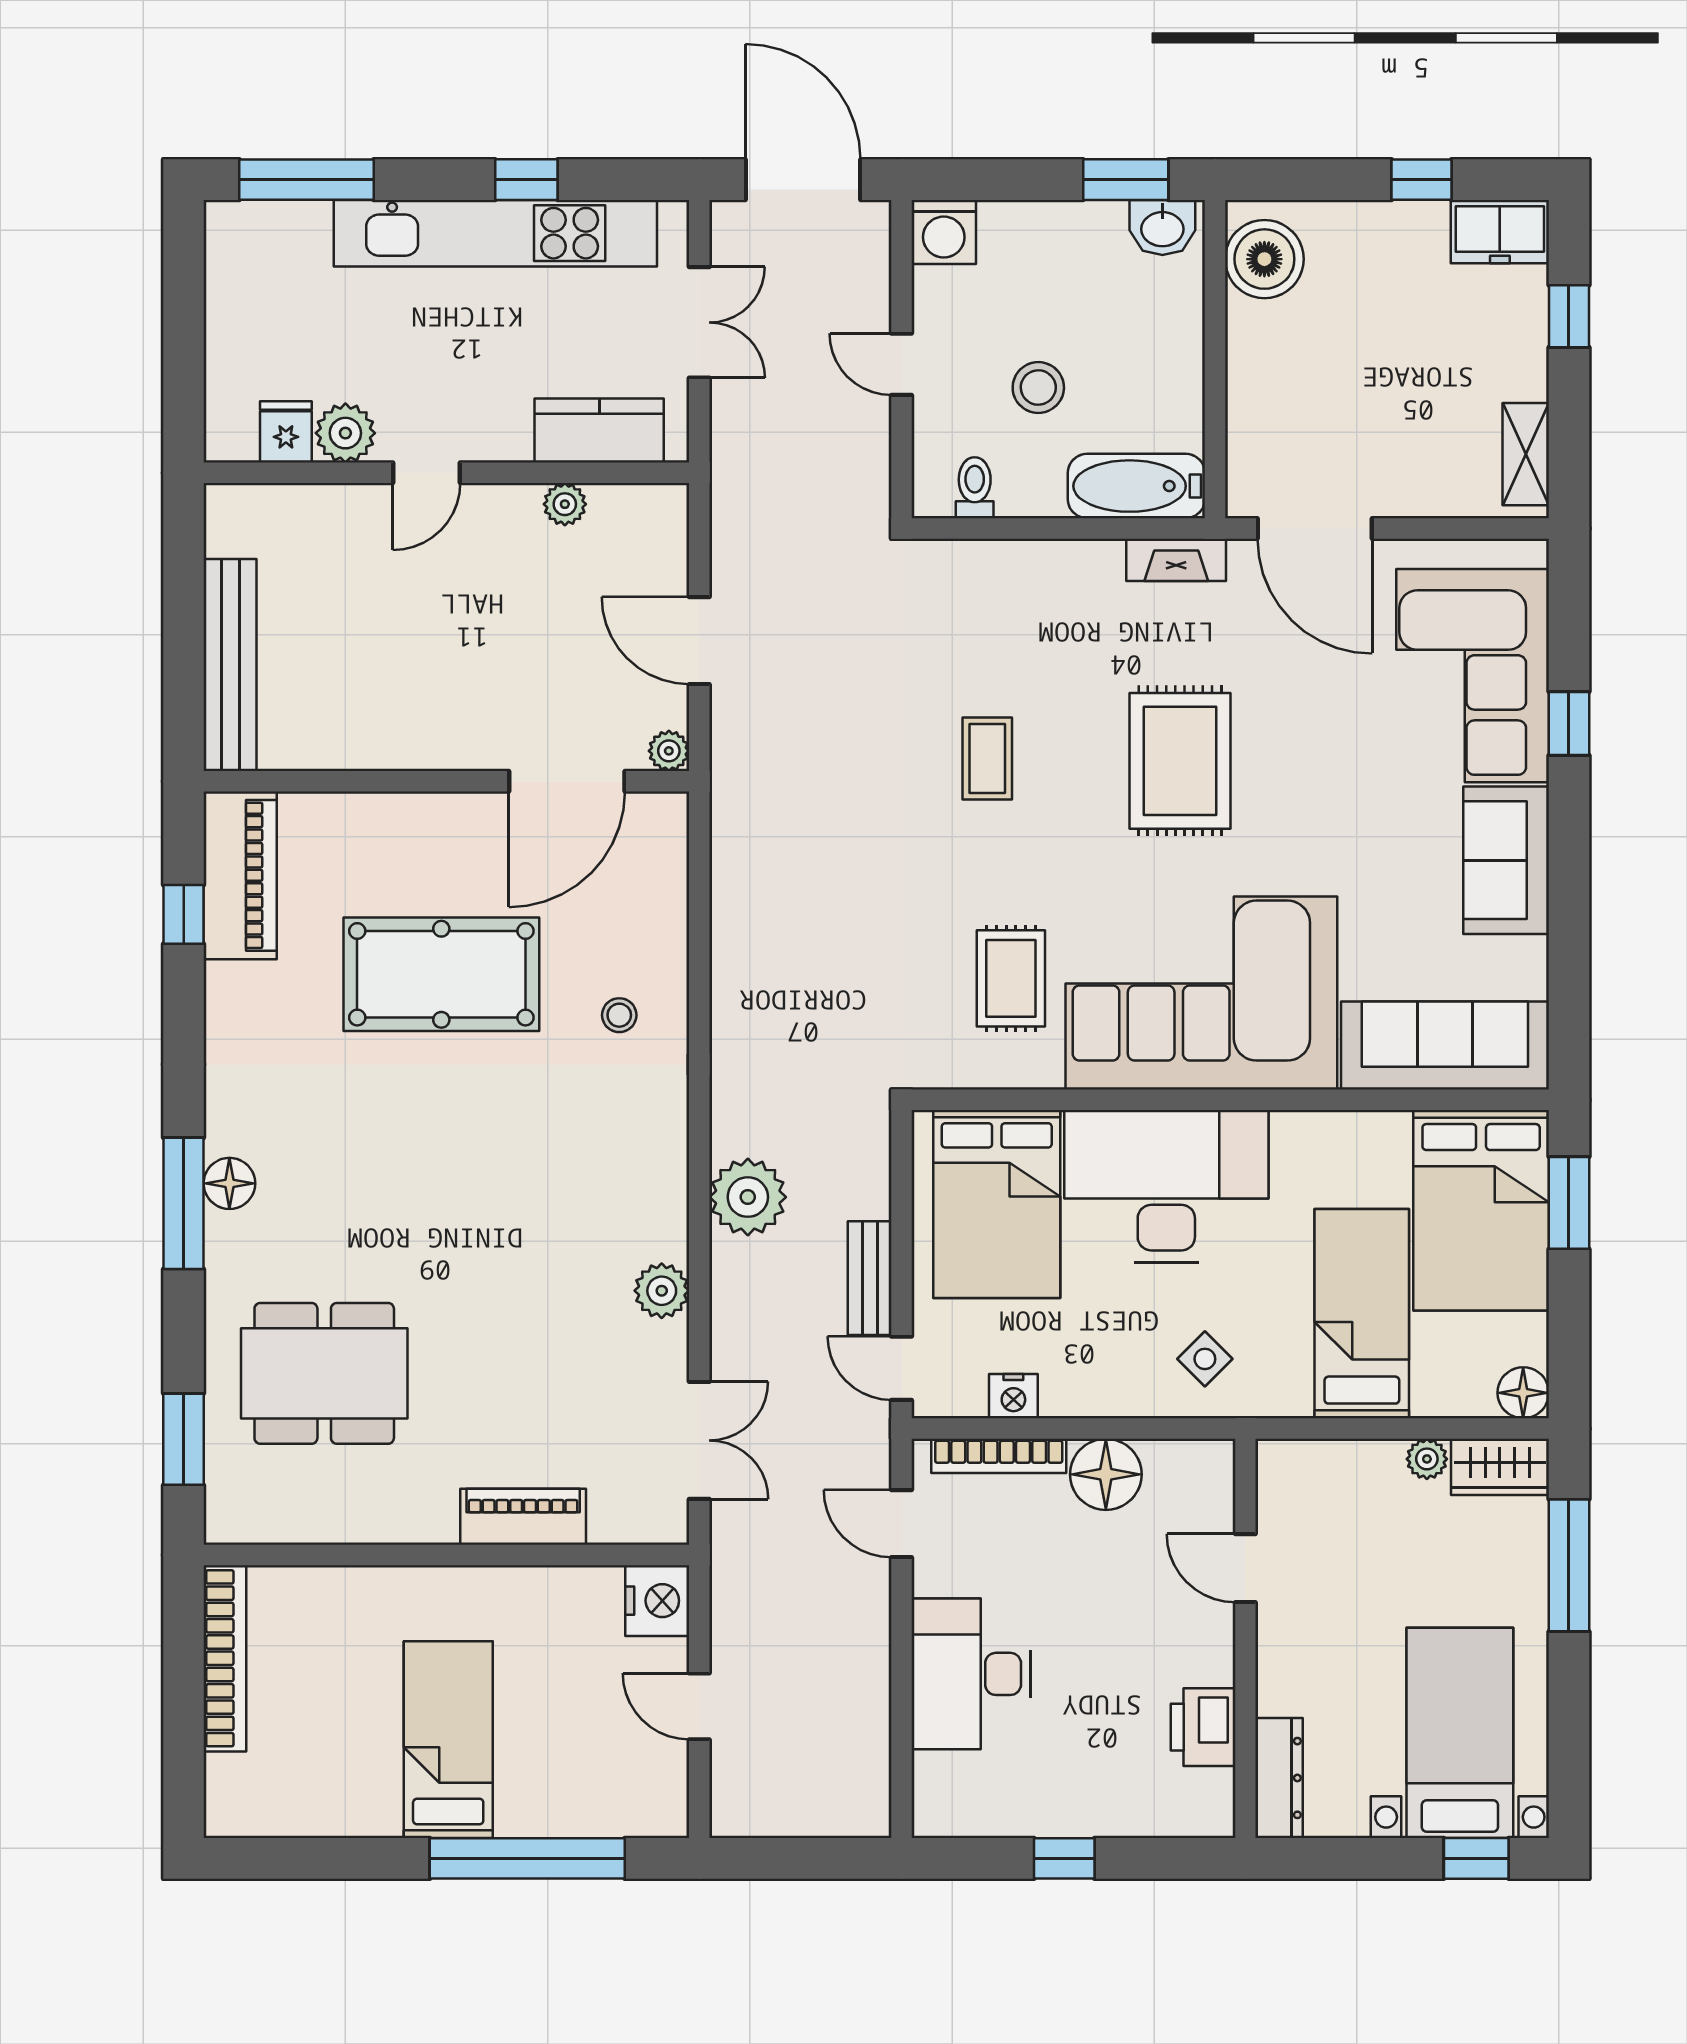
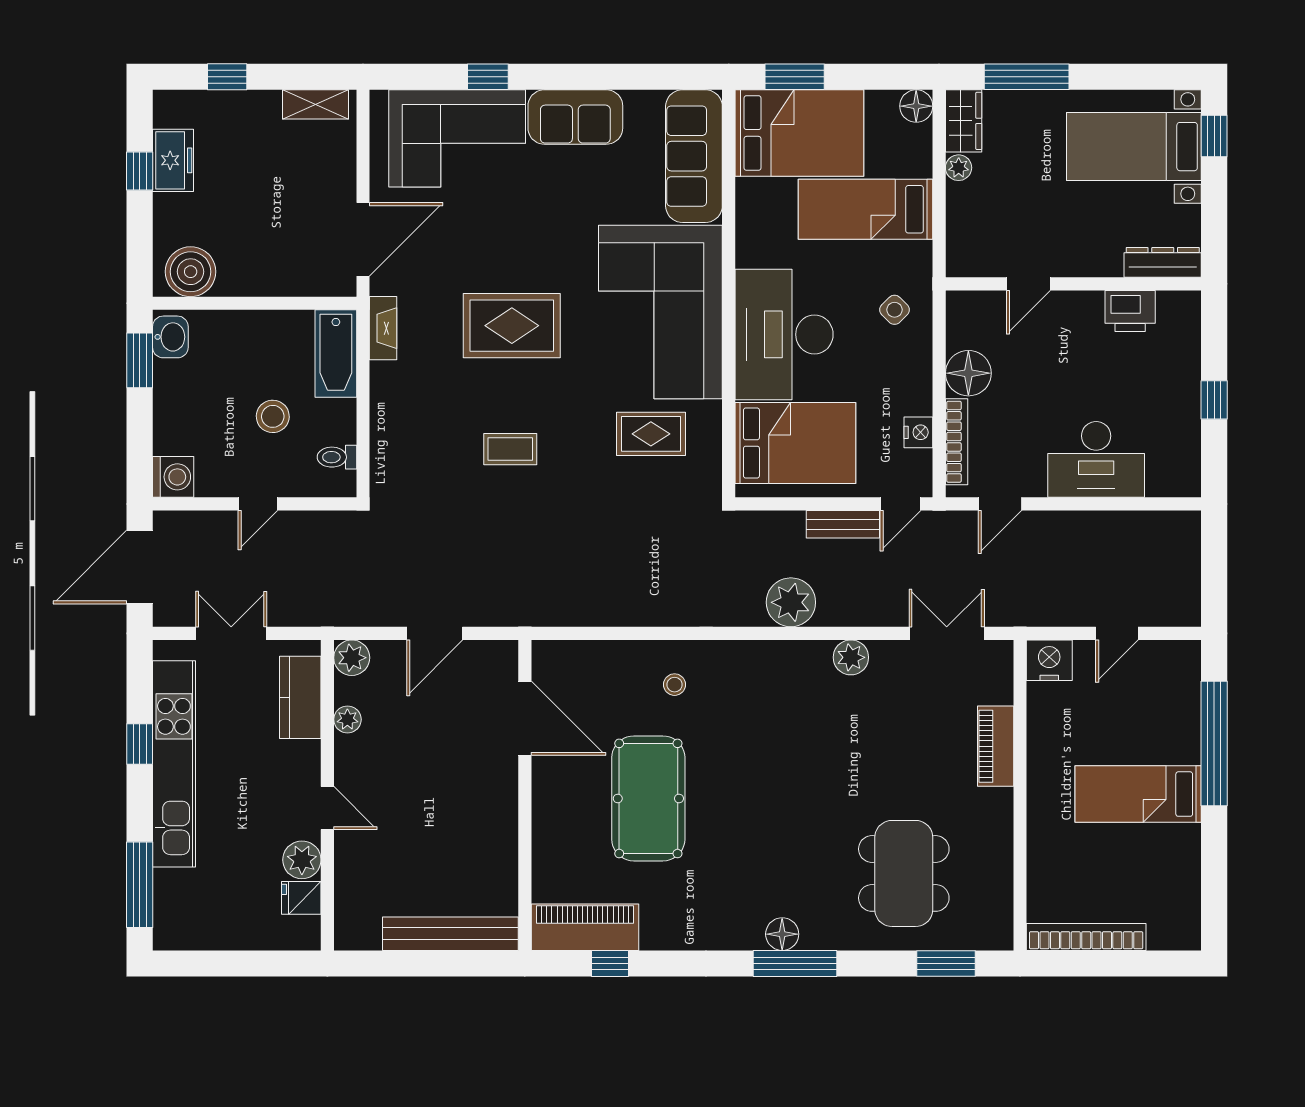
freezer: (1500, 232) -> (173, 160), moved
plant: (669, 751) -> (352, 658), moved, width x1.38, depth x1.38

